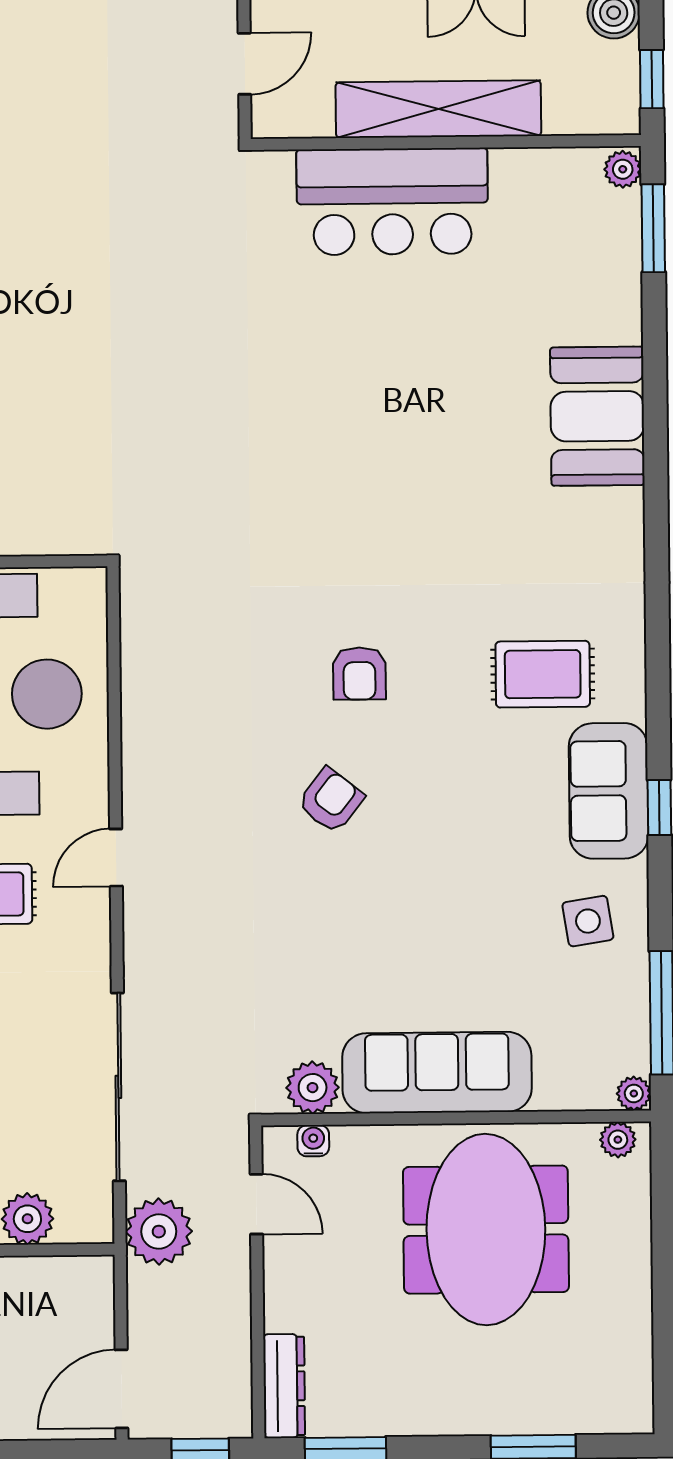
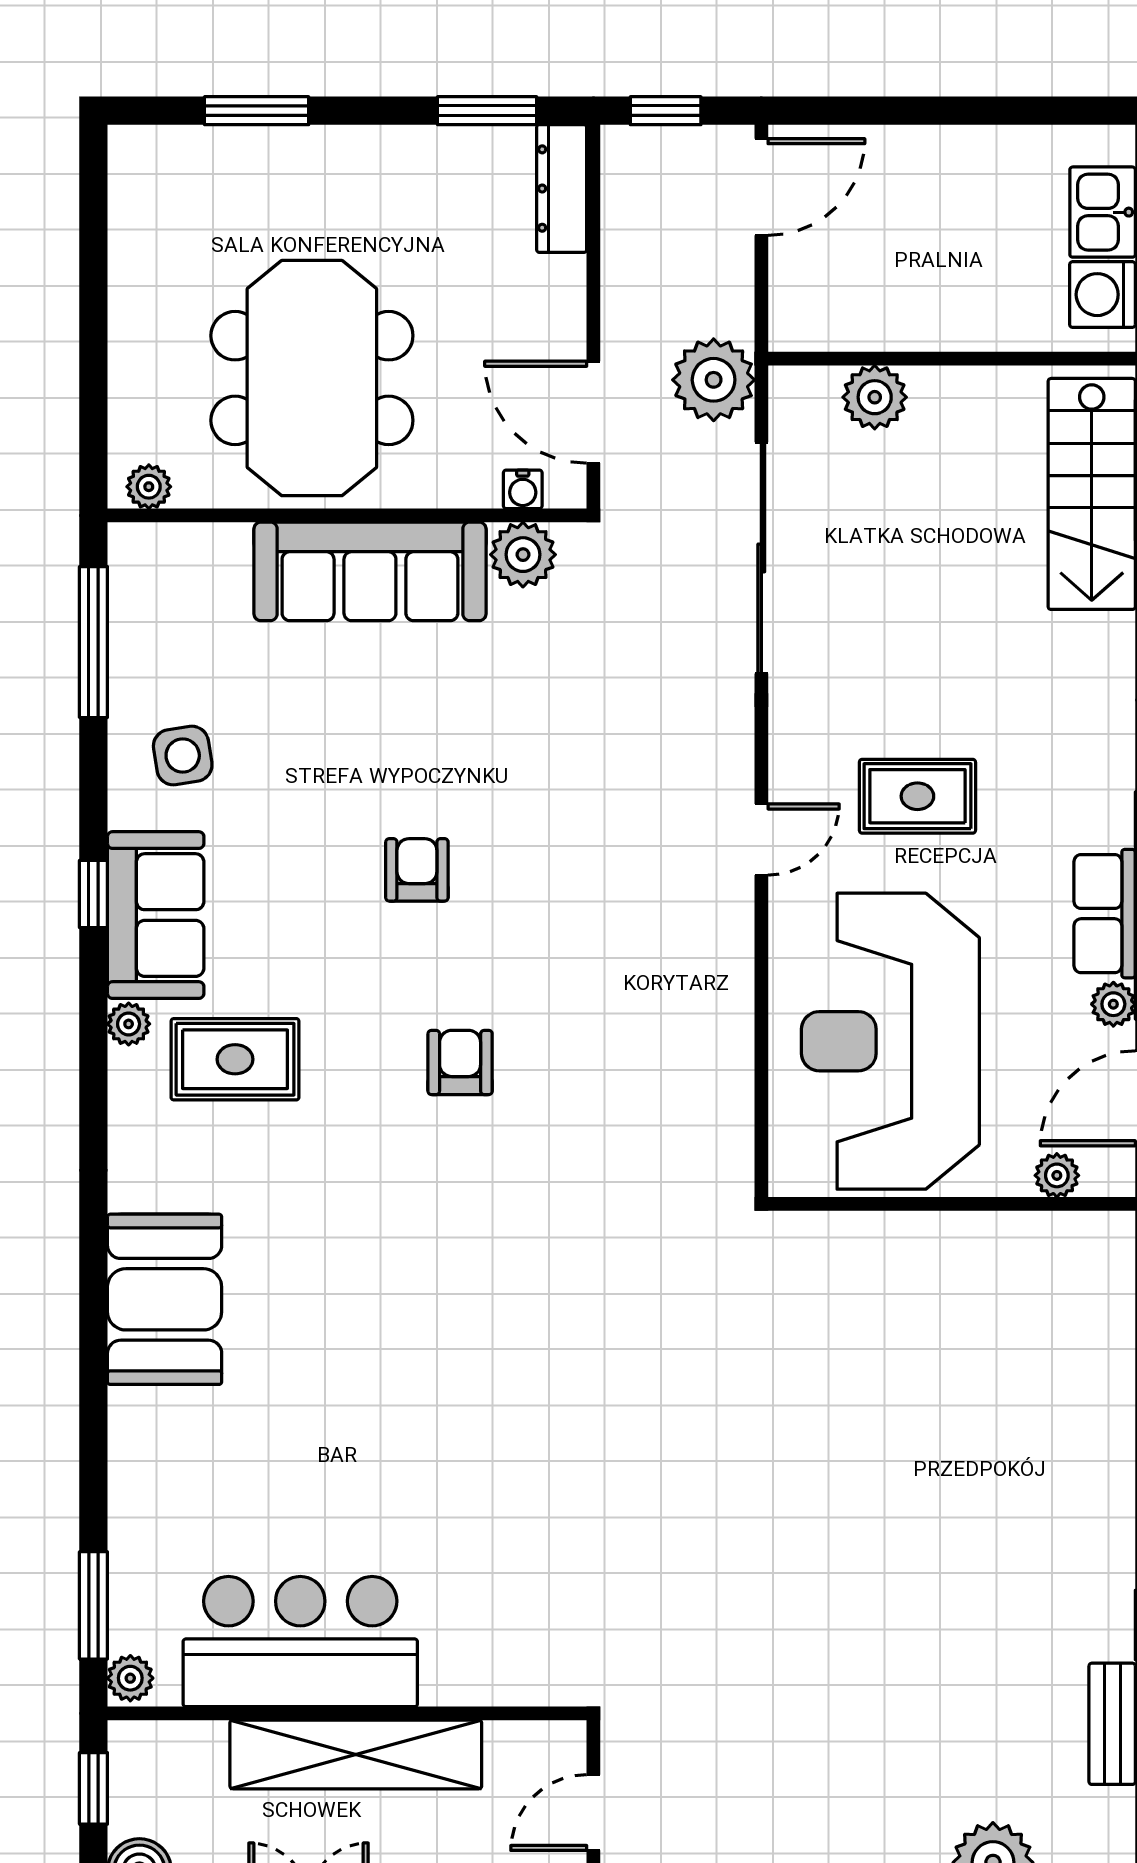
bar counter: (392, 201) -> (300, 1642), moved
booth: (597, 416) -> (165, 1299), moved
armchair: (331, 800) -> (417, 870), moved, turned 142
plant: (634, 1094) -> (129, 1024), moved
door: (256, 1204) -> (593, 412), width x1.37

